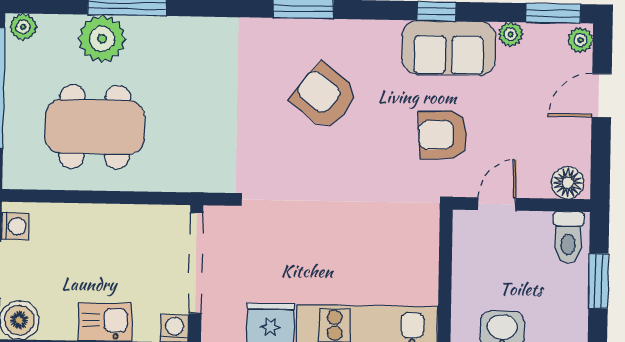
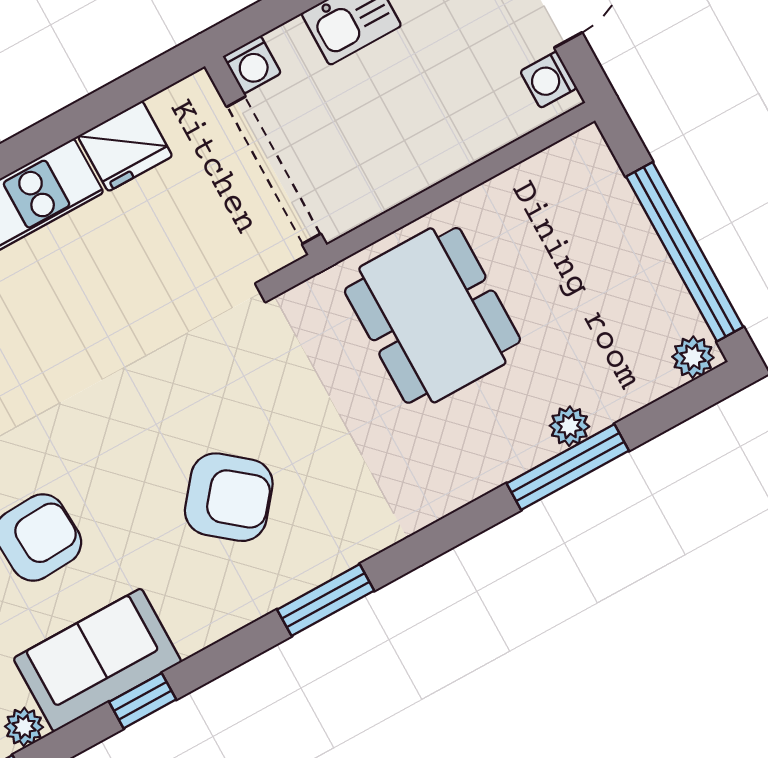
plant: (102, 39) -> (569, 426), width x0.53, depth x0.53
dining table: (95, 127) -> (432, 315), moved, turned 90

